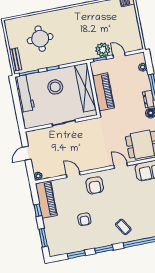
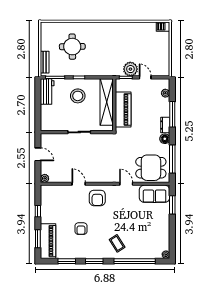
workbench: (25, 93) -> (47, 92), width x0.73
door: (27, 153) -> (38, 154), swing flipped
piano: (46, 199) -> (48, 241), moved

